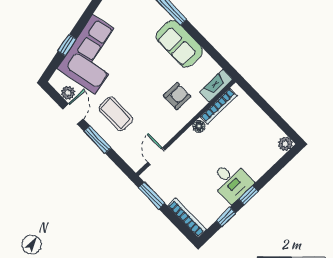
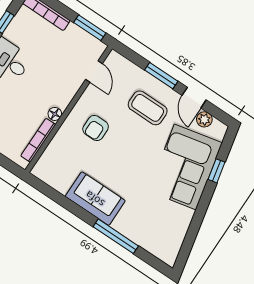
fireplace: (216, 86) -> (46, 162), removed
armchair: (177, 96) -> (96, 128), moved

